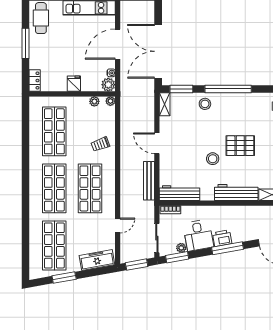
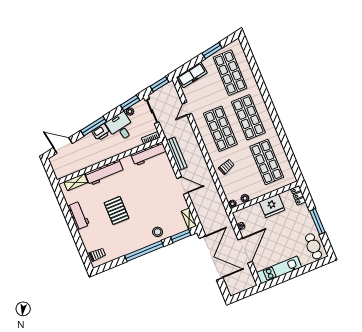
fridge: (74, 84) -> (272, 206), width x1.88, depth x1.34
plant: (108, 85) -> (239, 216), removed
pallet: (240, 146) -> (116, 210), turned 90
stool: (213, 159) -> (134, 191), removed

